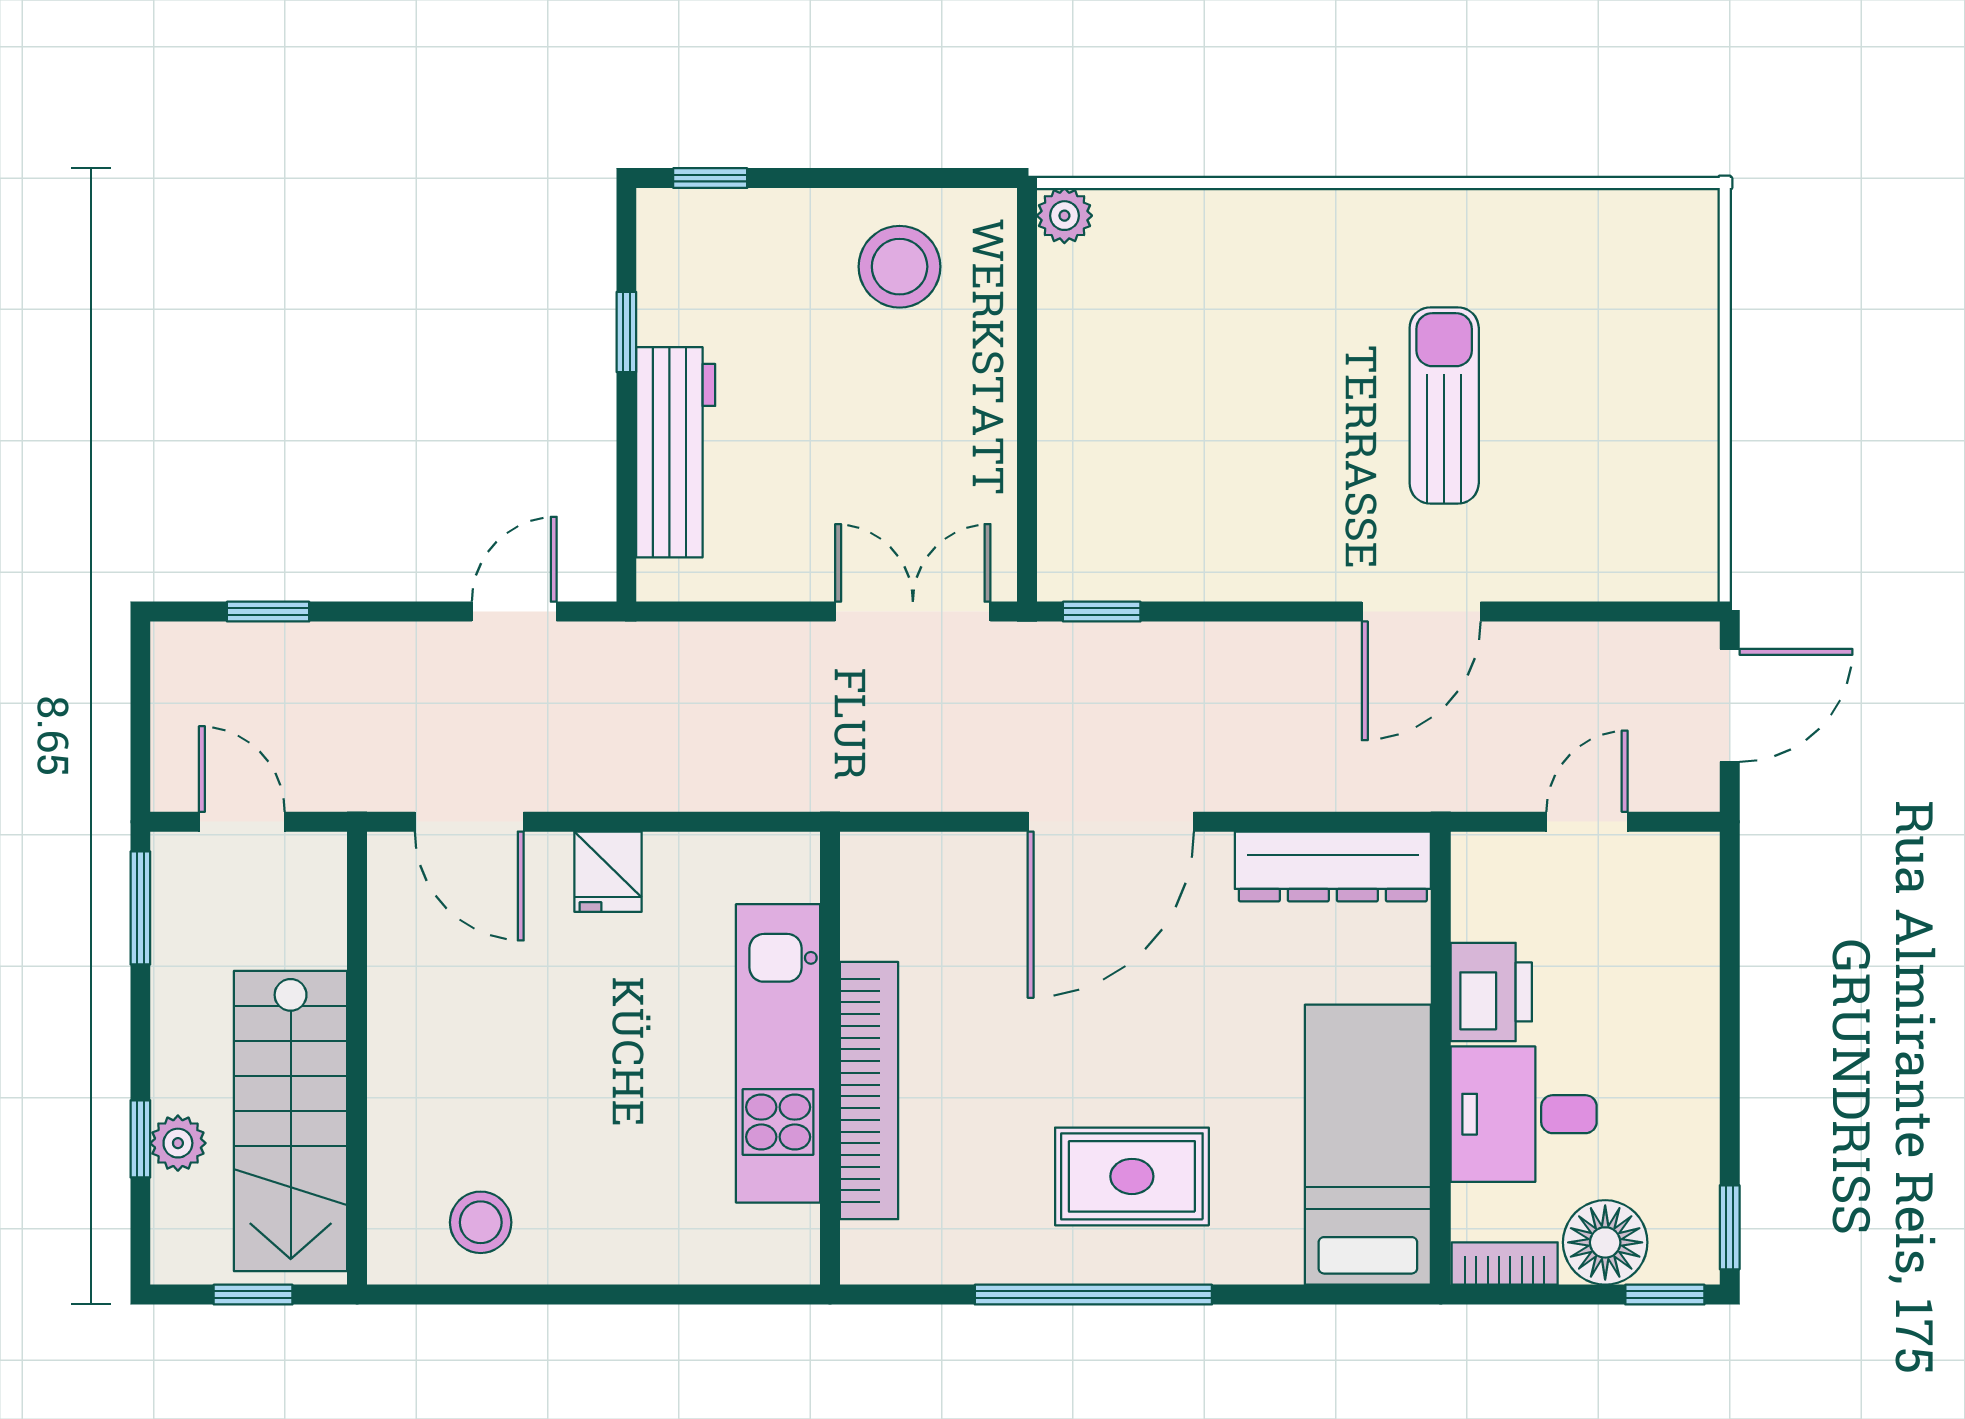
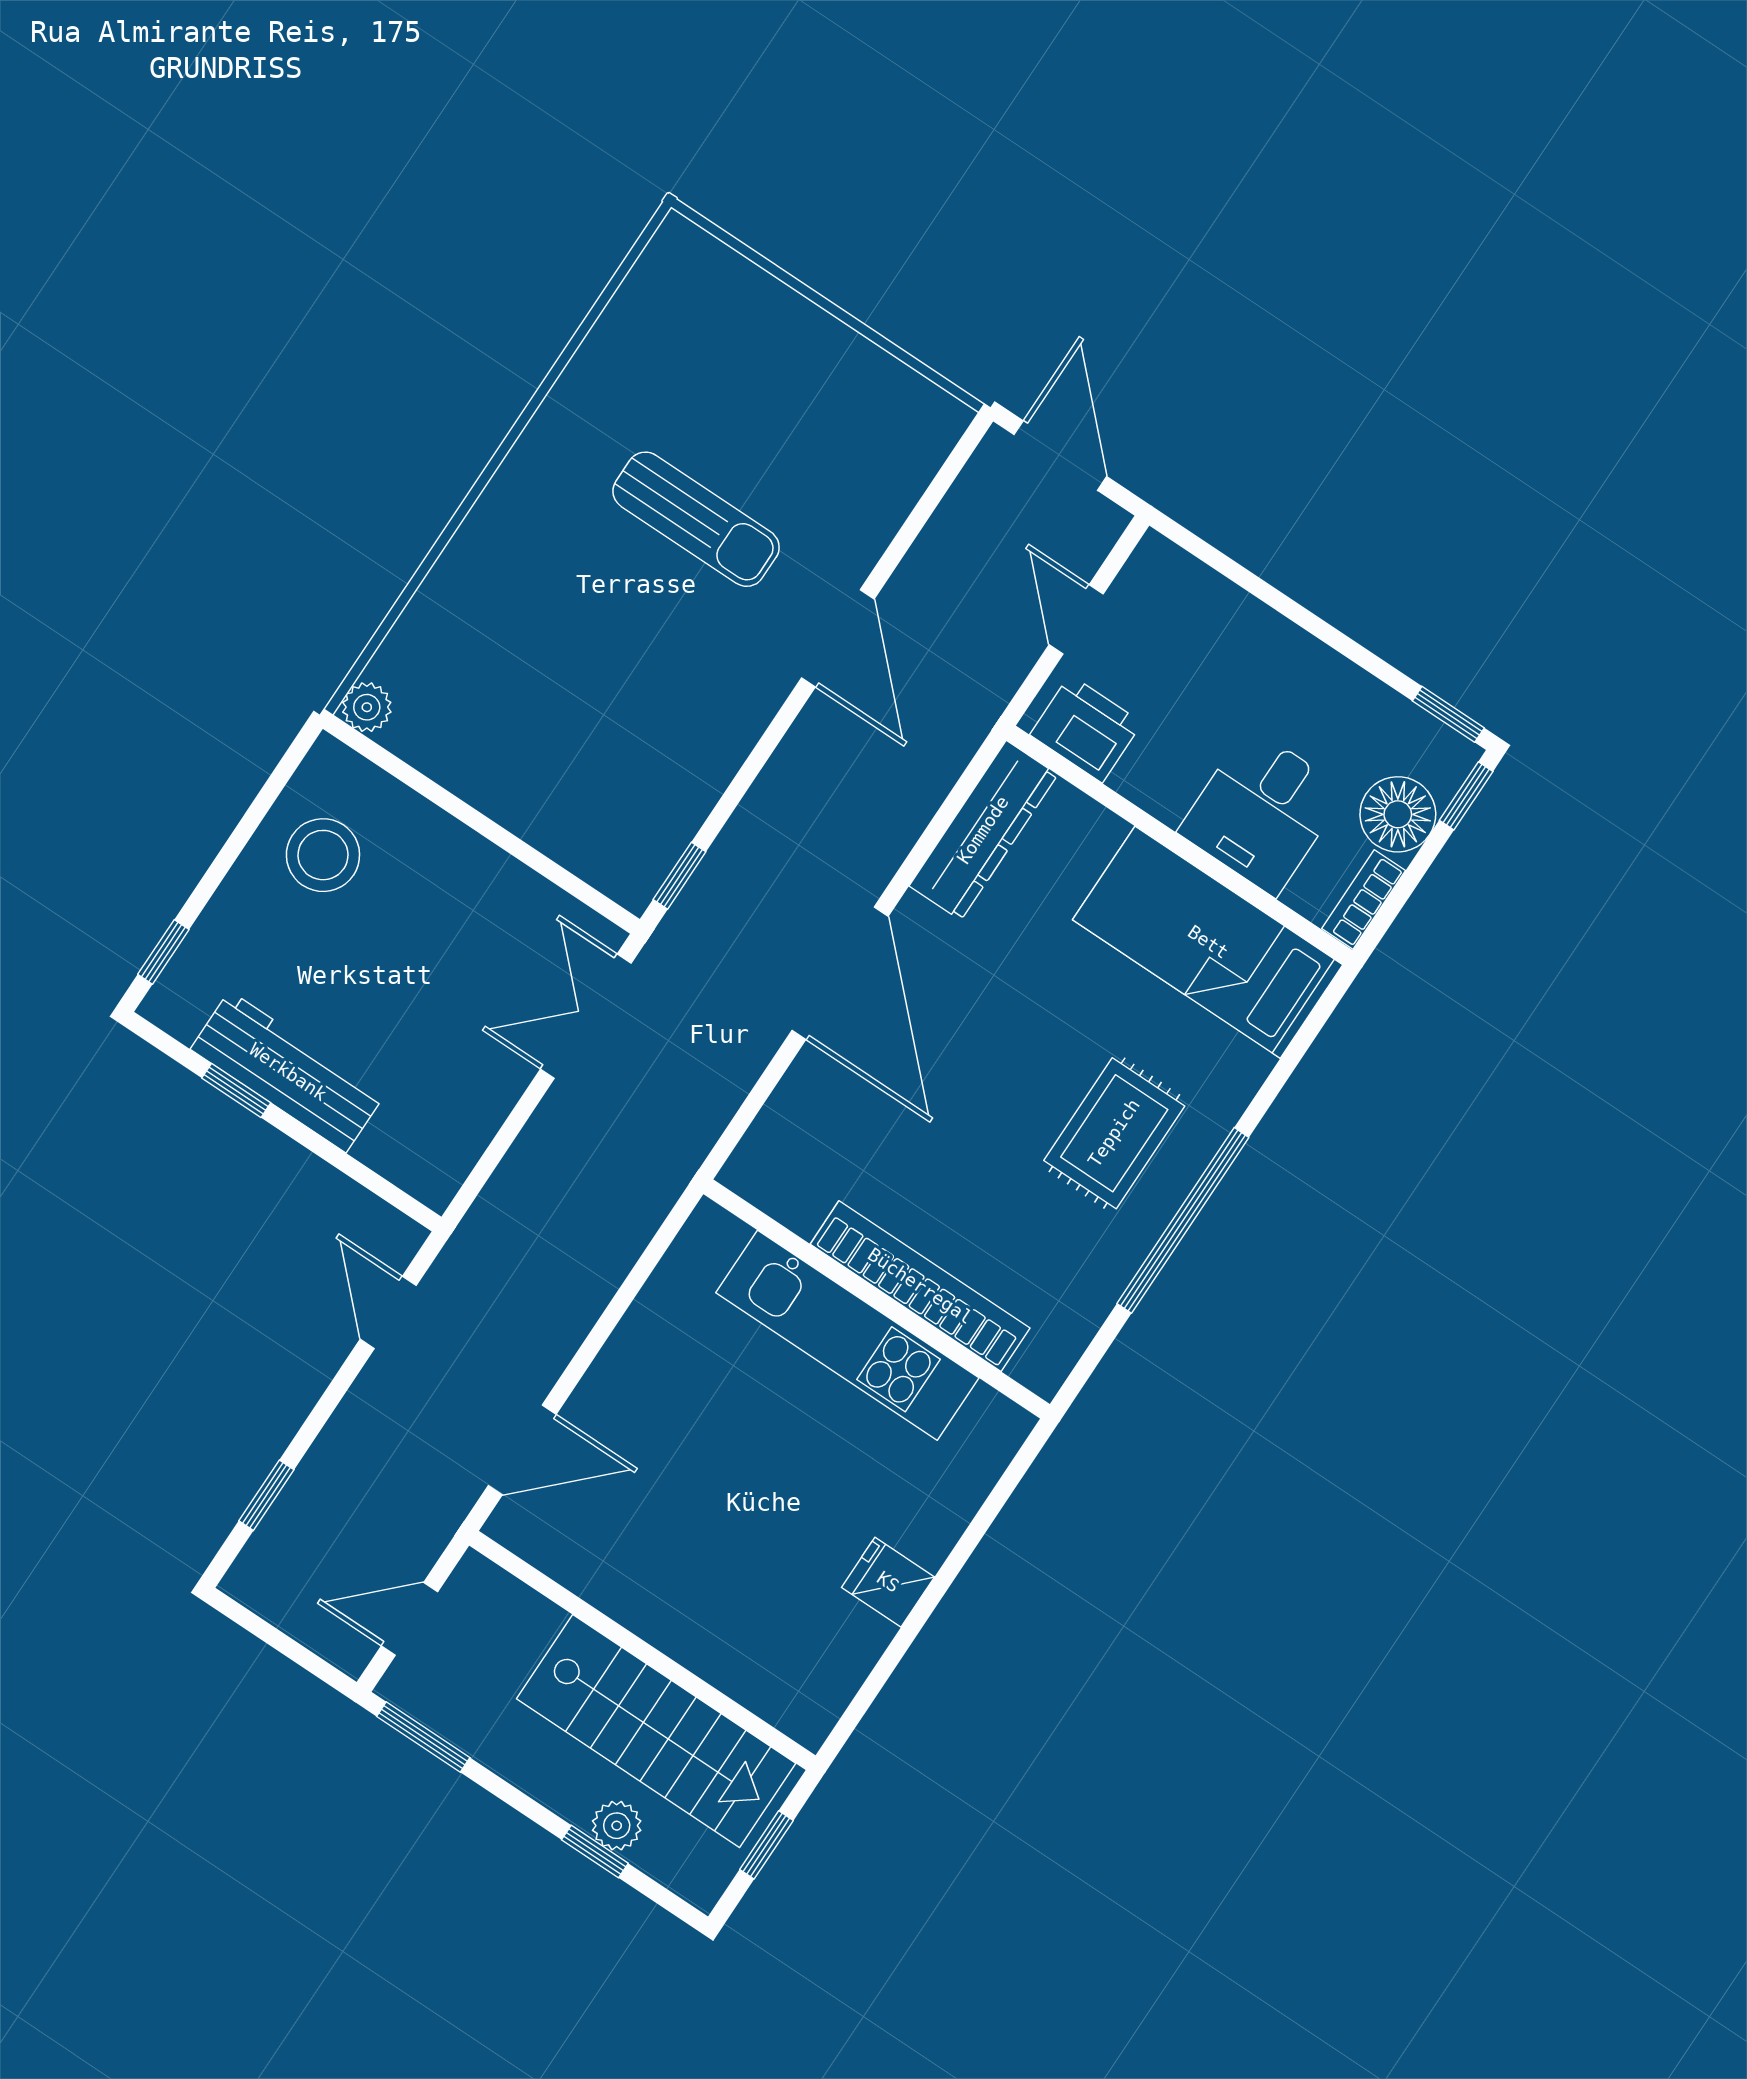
sun lounger: (1444, 405) -> (696, 519), turned 180
workbench: (676, 452) -> (288, 1072), moved
fridge: (608, 872) -> (888, 1582), moved, turned 180
printer: (1491, 992) -> (1086, 729), moved
stool: (481, 1222) -> (826, 1640), removed

